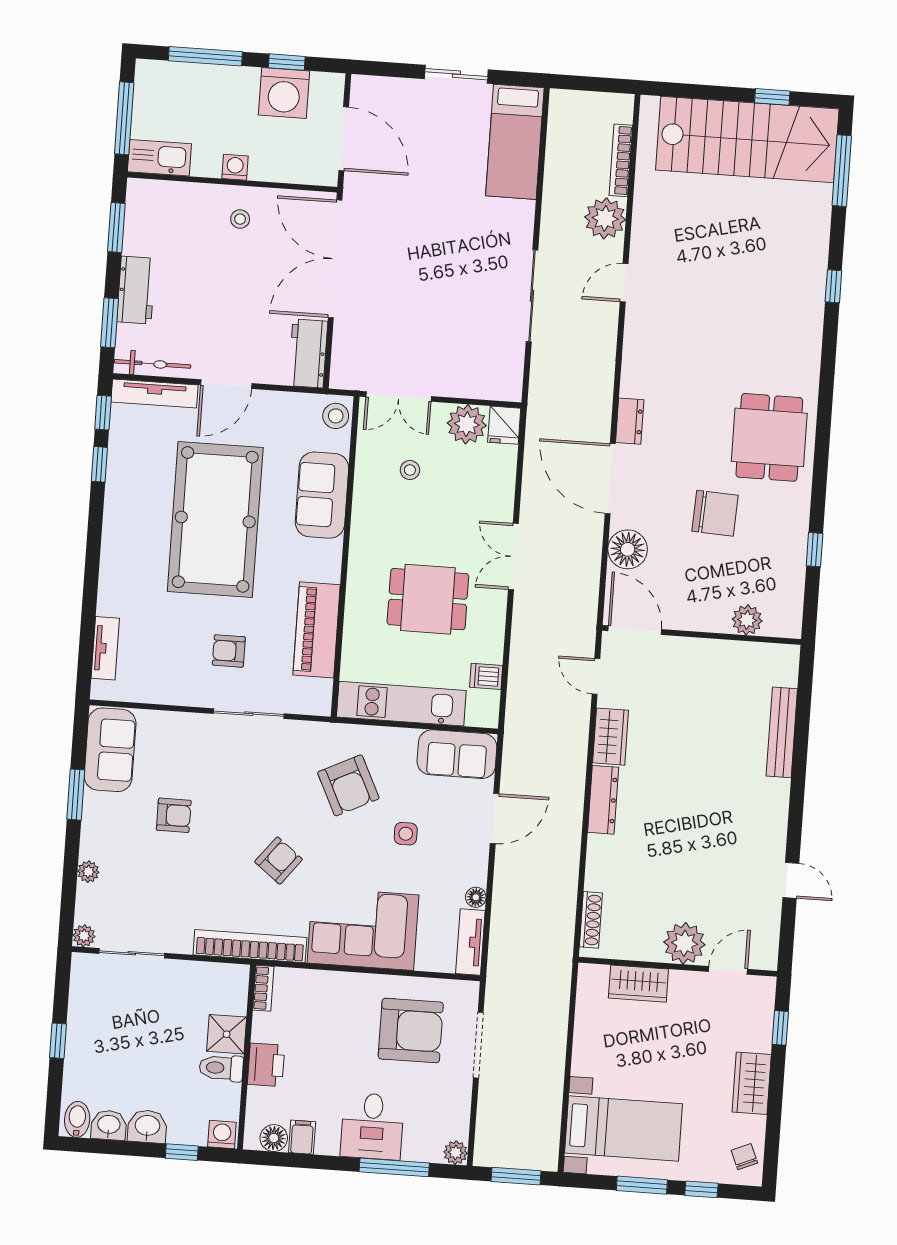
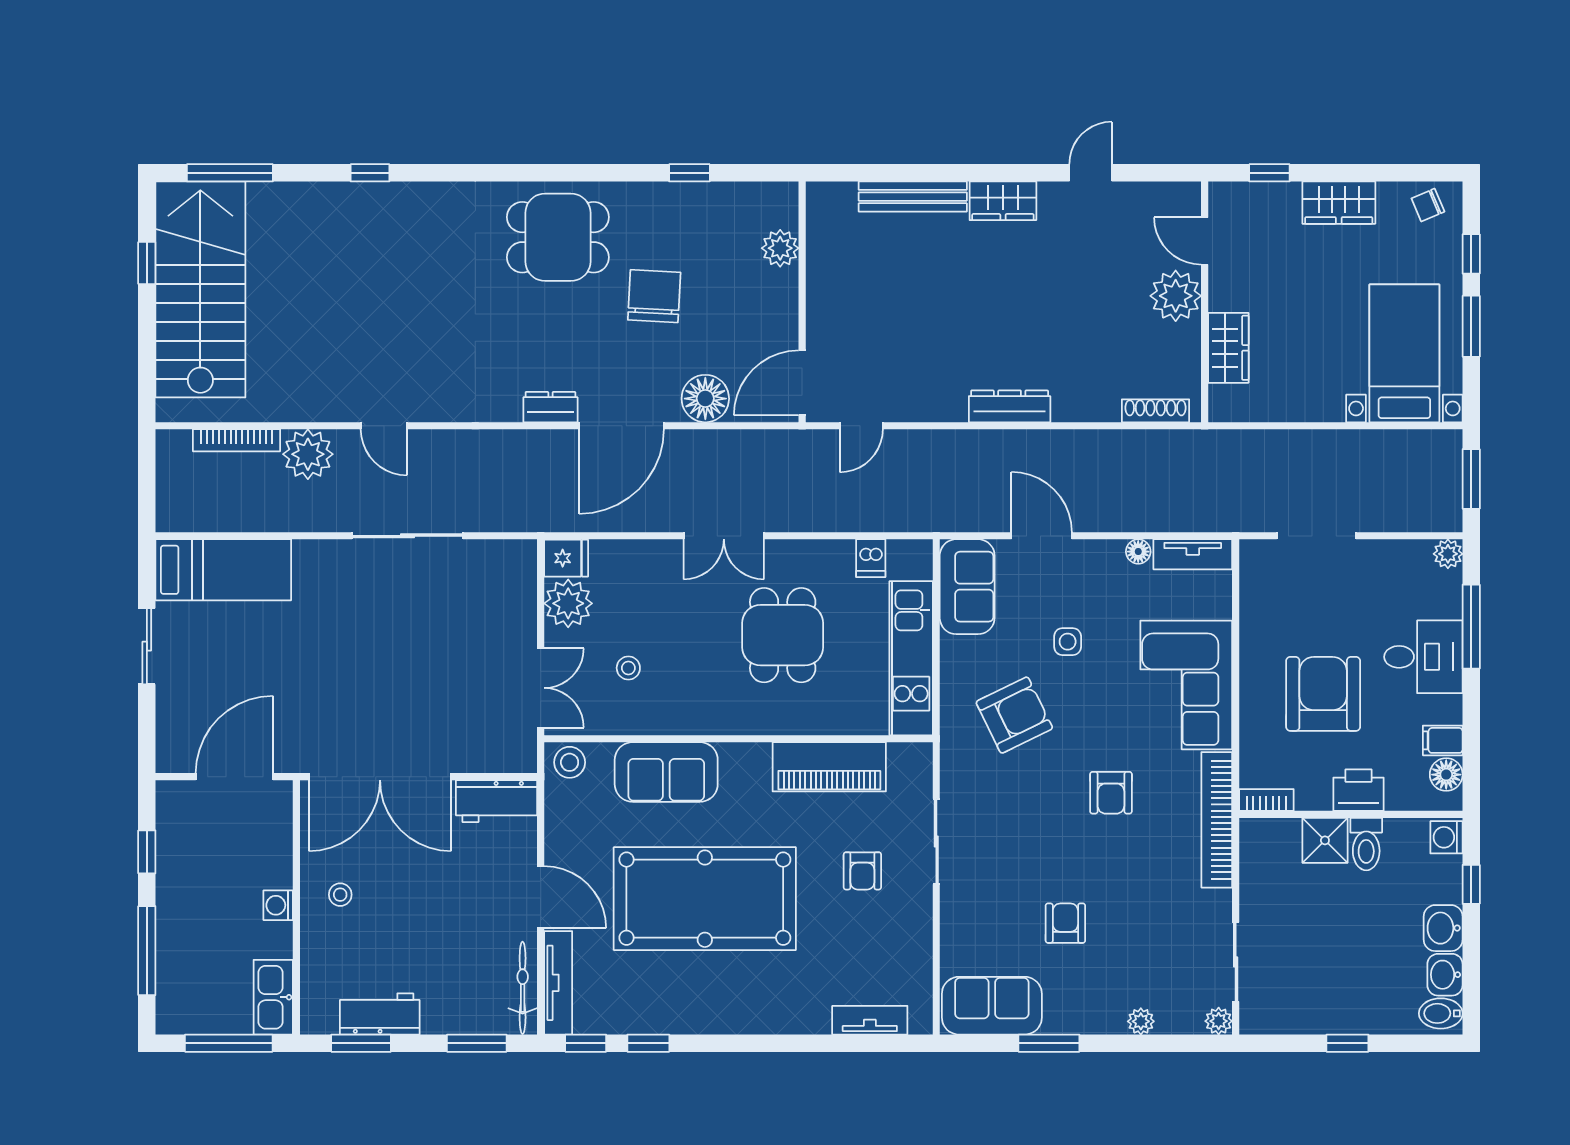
washing machine: (284, 93) -> (184, 853), removed
workbench: (136, 290) -> (380, 1014), moved
wardrobe: (611, 737) -> (1003, 201), moved, turned 180
armchair: (279, 861) -> (1111, 793), turned -128
armchair: (411, 1031) -> (1323, 694), moved

